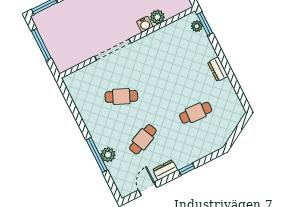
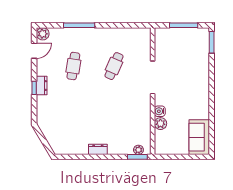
cafe table: (196, 113) -> (73, 116), removed
cafe table: (143, 139) -> (73, 66), turned 33
plant: (108, 155) -> (43, 34), moved
dresser: (165, 170) -> (42, 86), moved
door: (148, 189) -> (34, 51), hinge flipped

